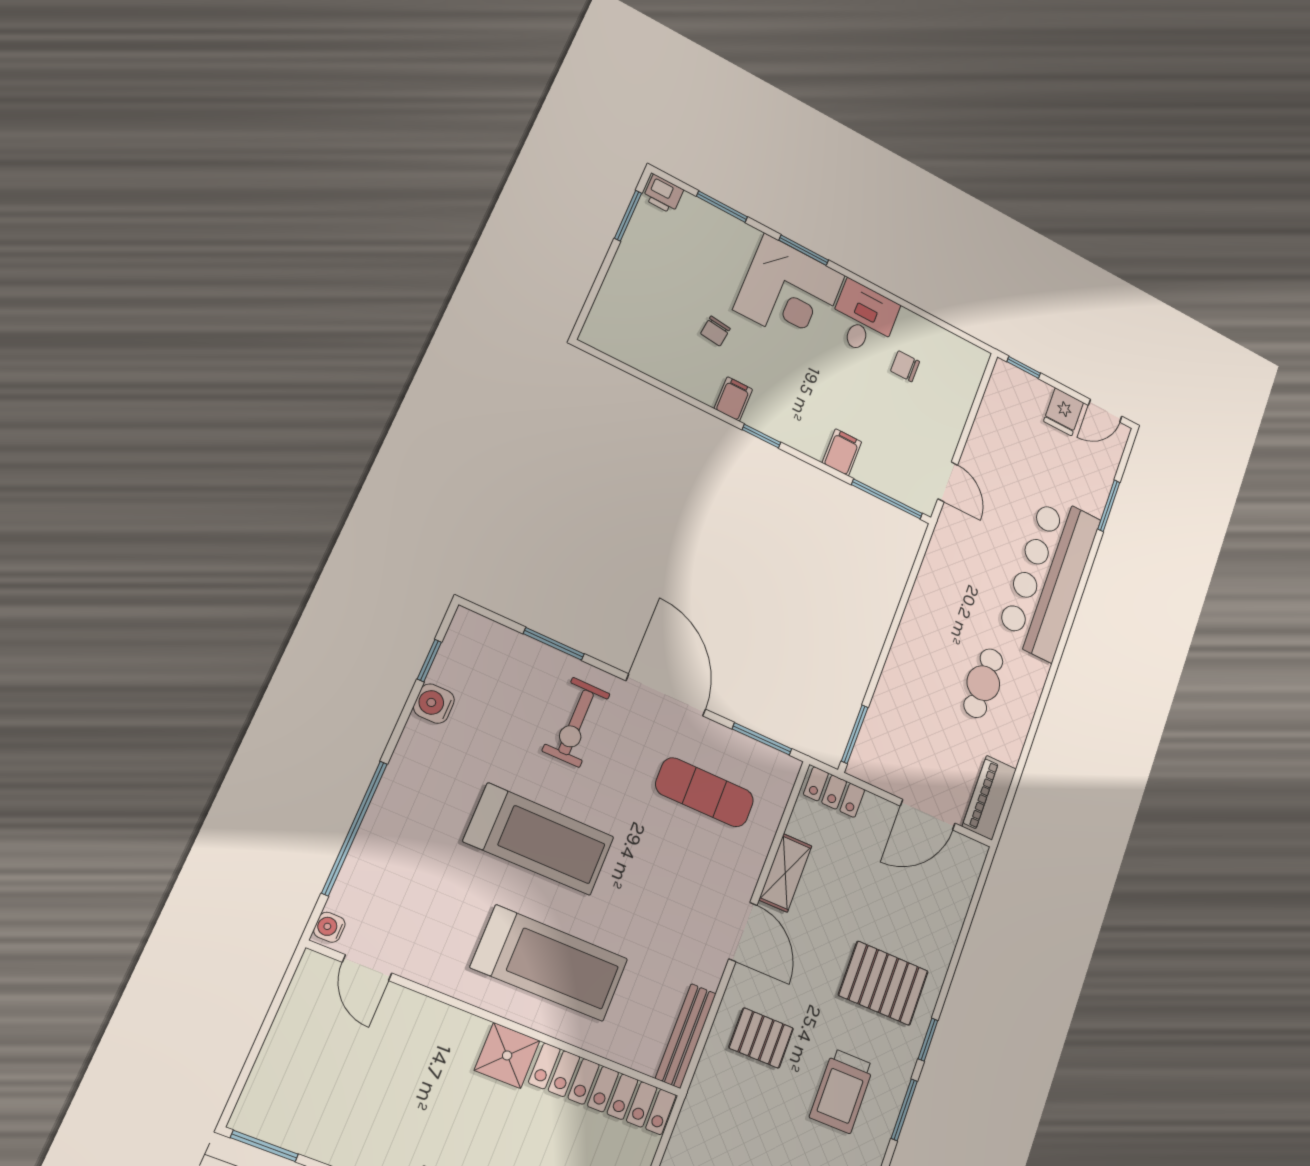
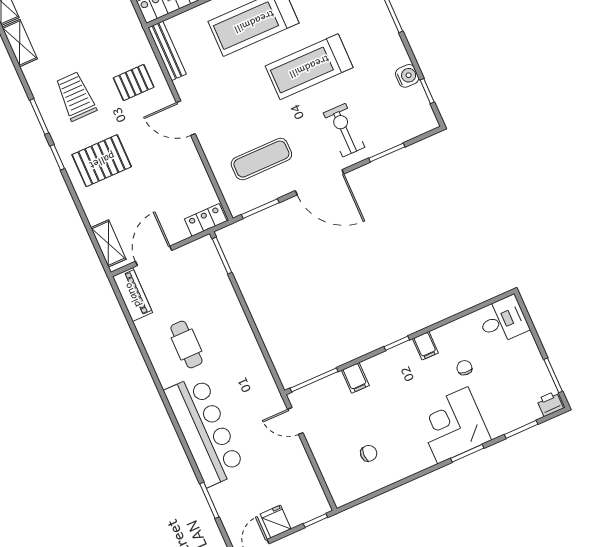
desk: (863, 319) -> (503, 320), moved, turned -90
shelving: (785, 873) -> (108, 243), moved

